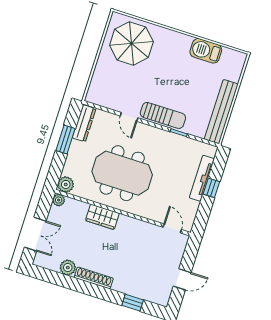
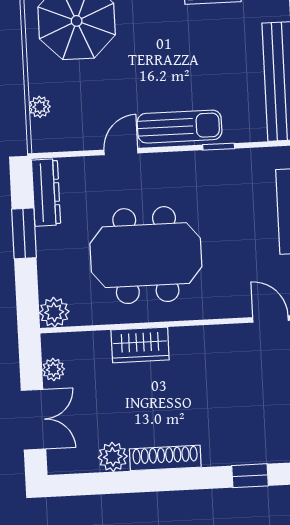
plant: (97, 79) -> (40, 107), added
door: (129, 117) -> (121, 152), swing flipped
plant: (59, 200) -> (53, 369), moved

